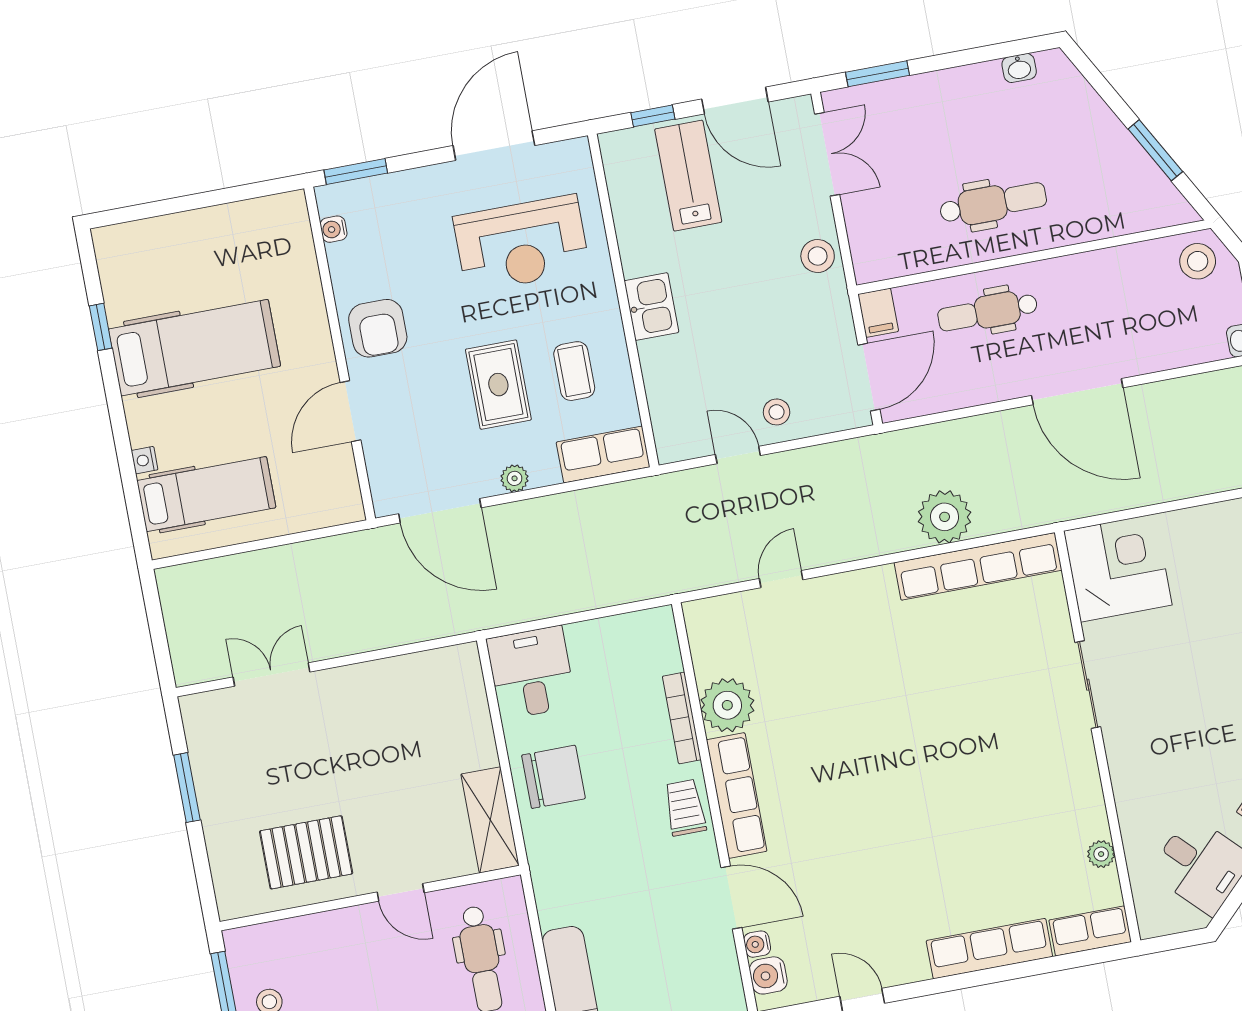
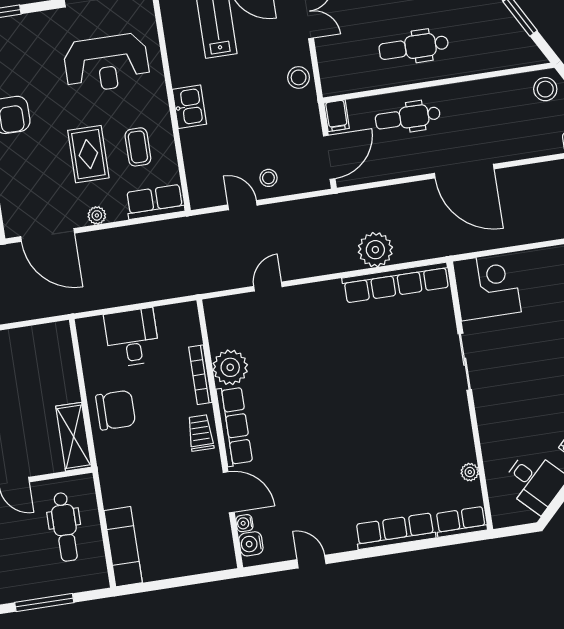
dental chair: (993, 203) -> (414, 47), turned 180
desk: (531, 673) -> (132, 338), moved

